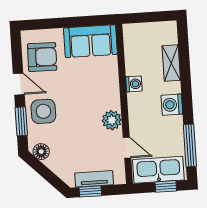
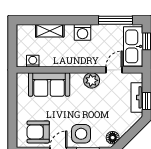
sofa: (90, 41) -> (49, 84), moved, turned 90
armchair: (42, 57) -> (38, 132), turned -91
washing machine: (134, 84) -> (33, 61), moved

